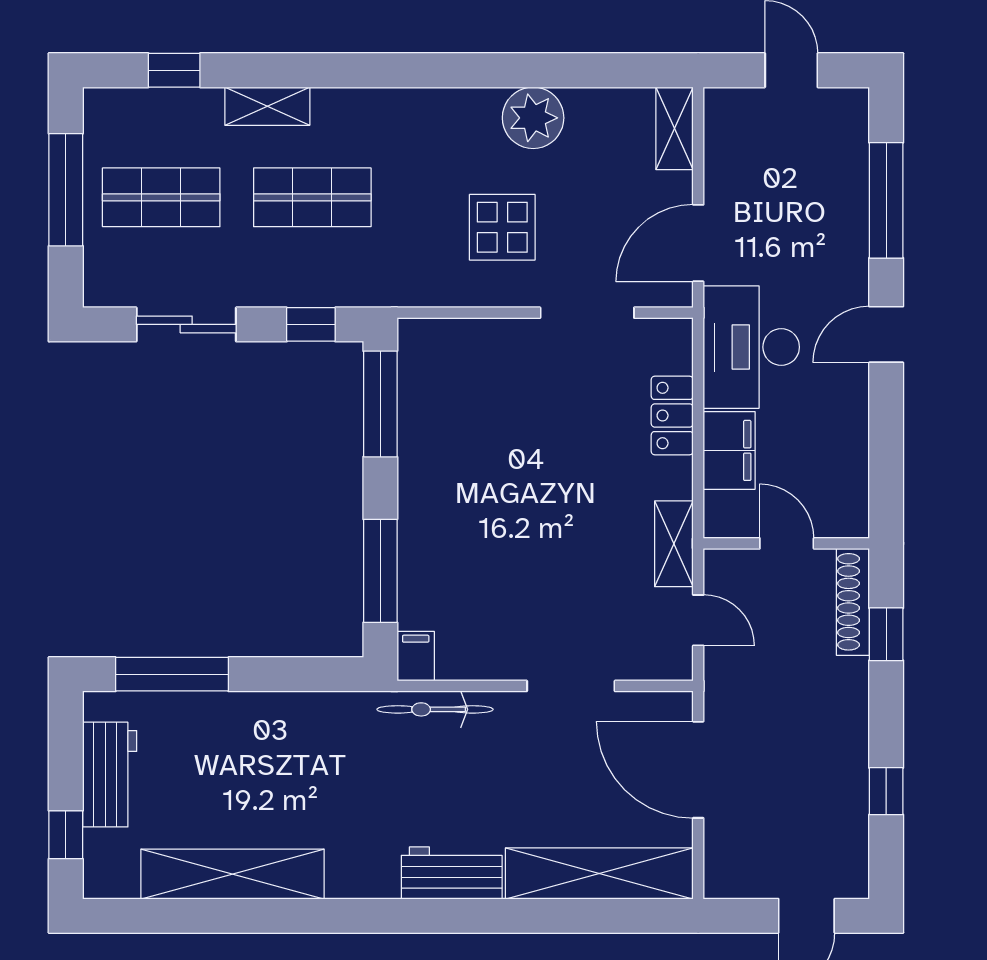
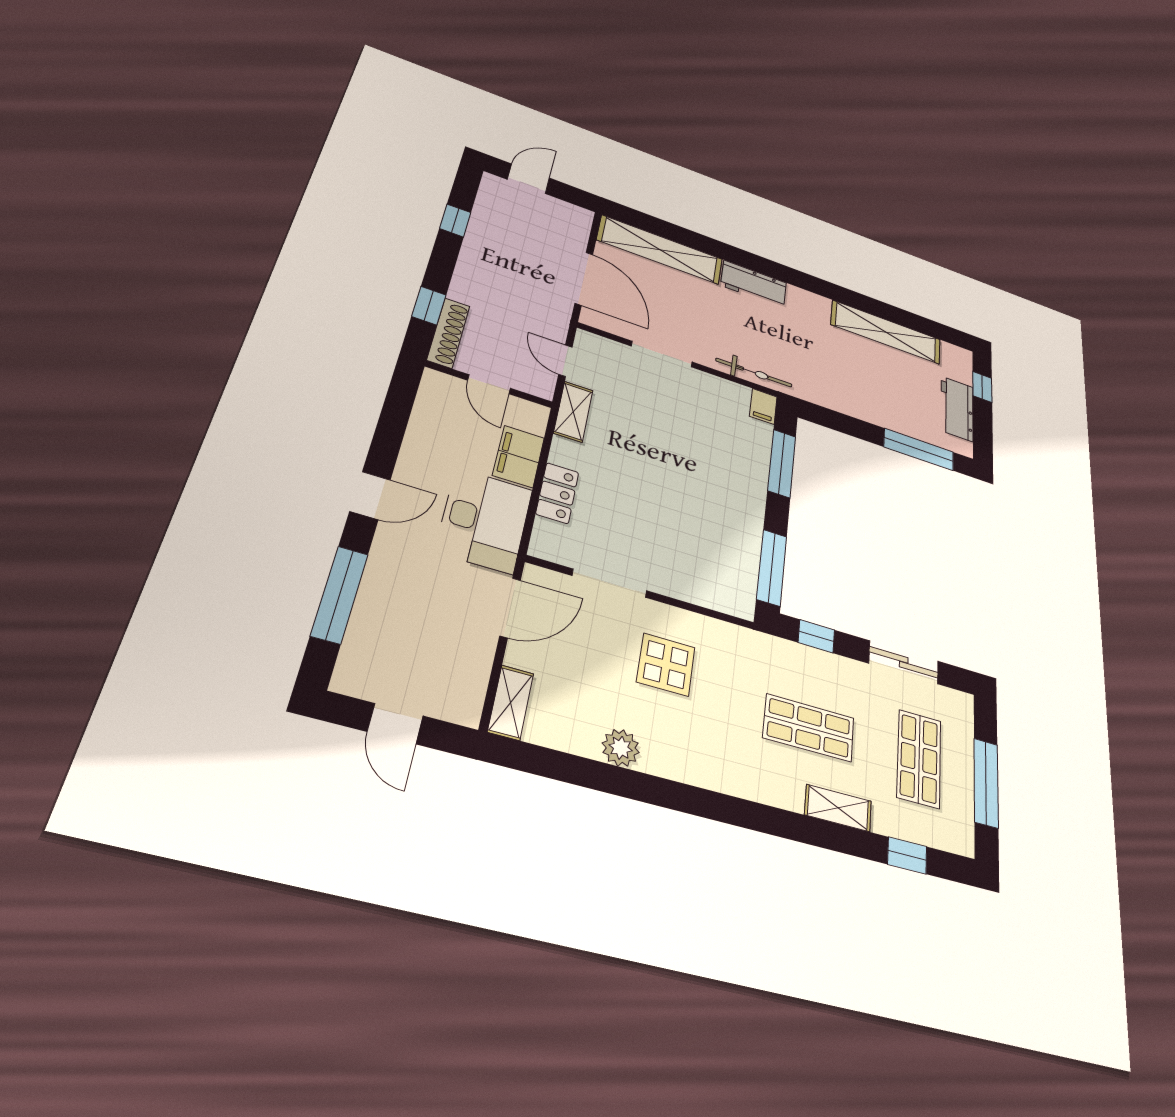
plant: (533, 118) -> (621, 748), width x0.73, depth x0.73
shop shelf: (161, 197) -> (919, 759), turned 90

